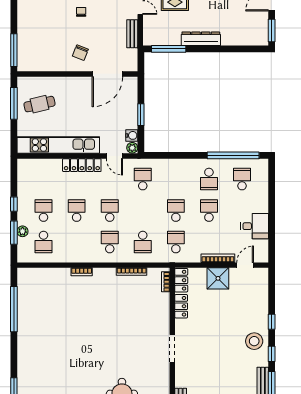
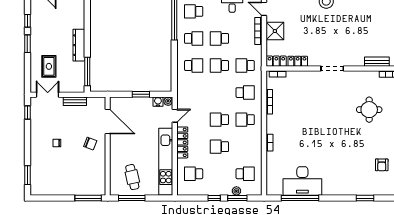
school desk: (143, 179) -> (194, 66), moved, turned 180
school desk: (44, 211) -> (194, 174), moved
desk: (35, 312) -> (302, 181), added

